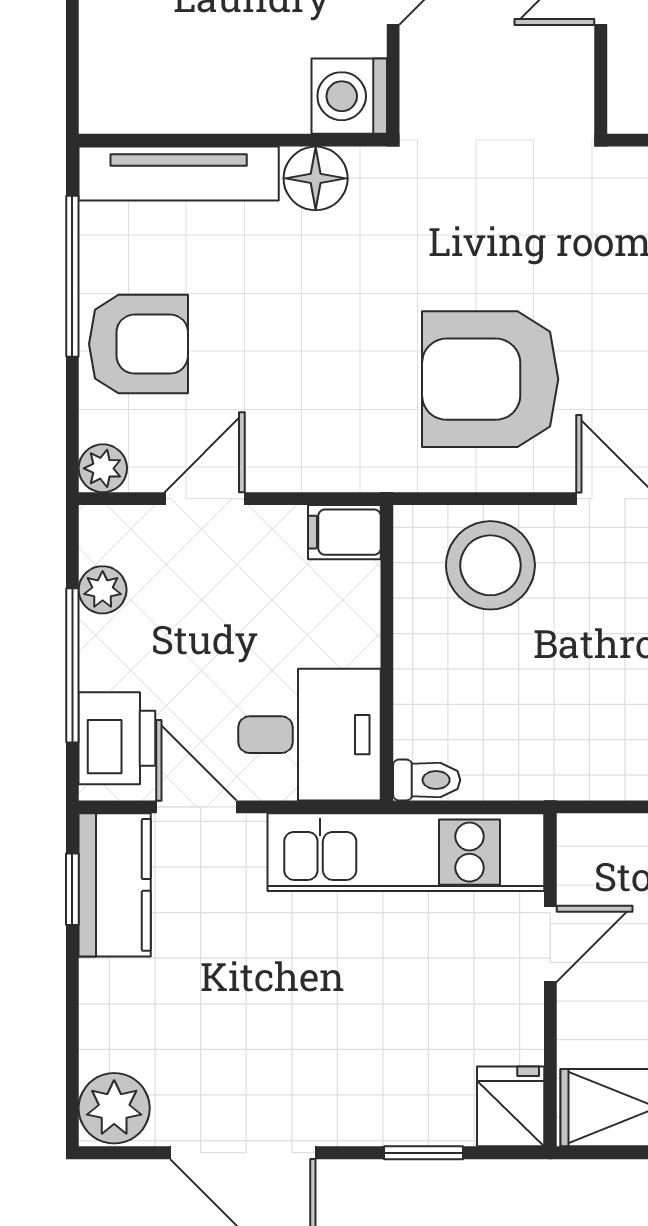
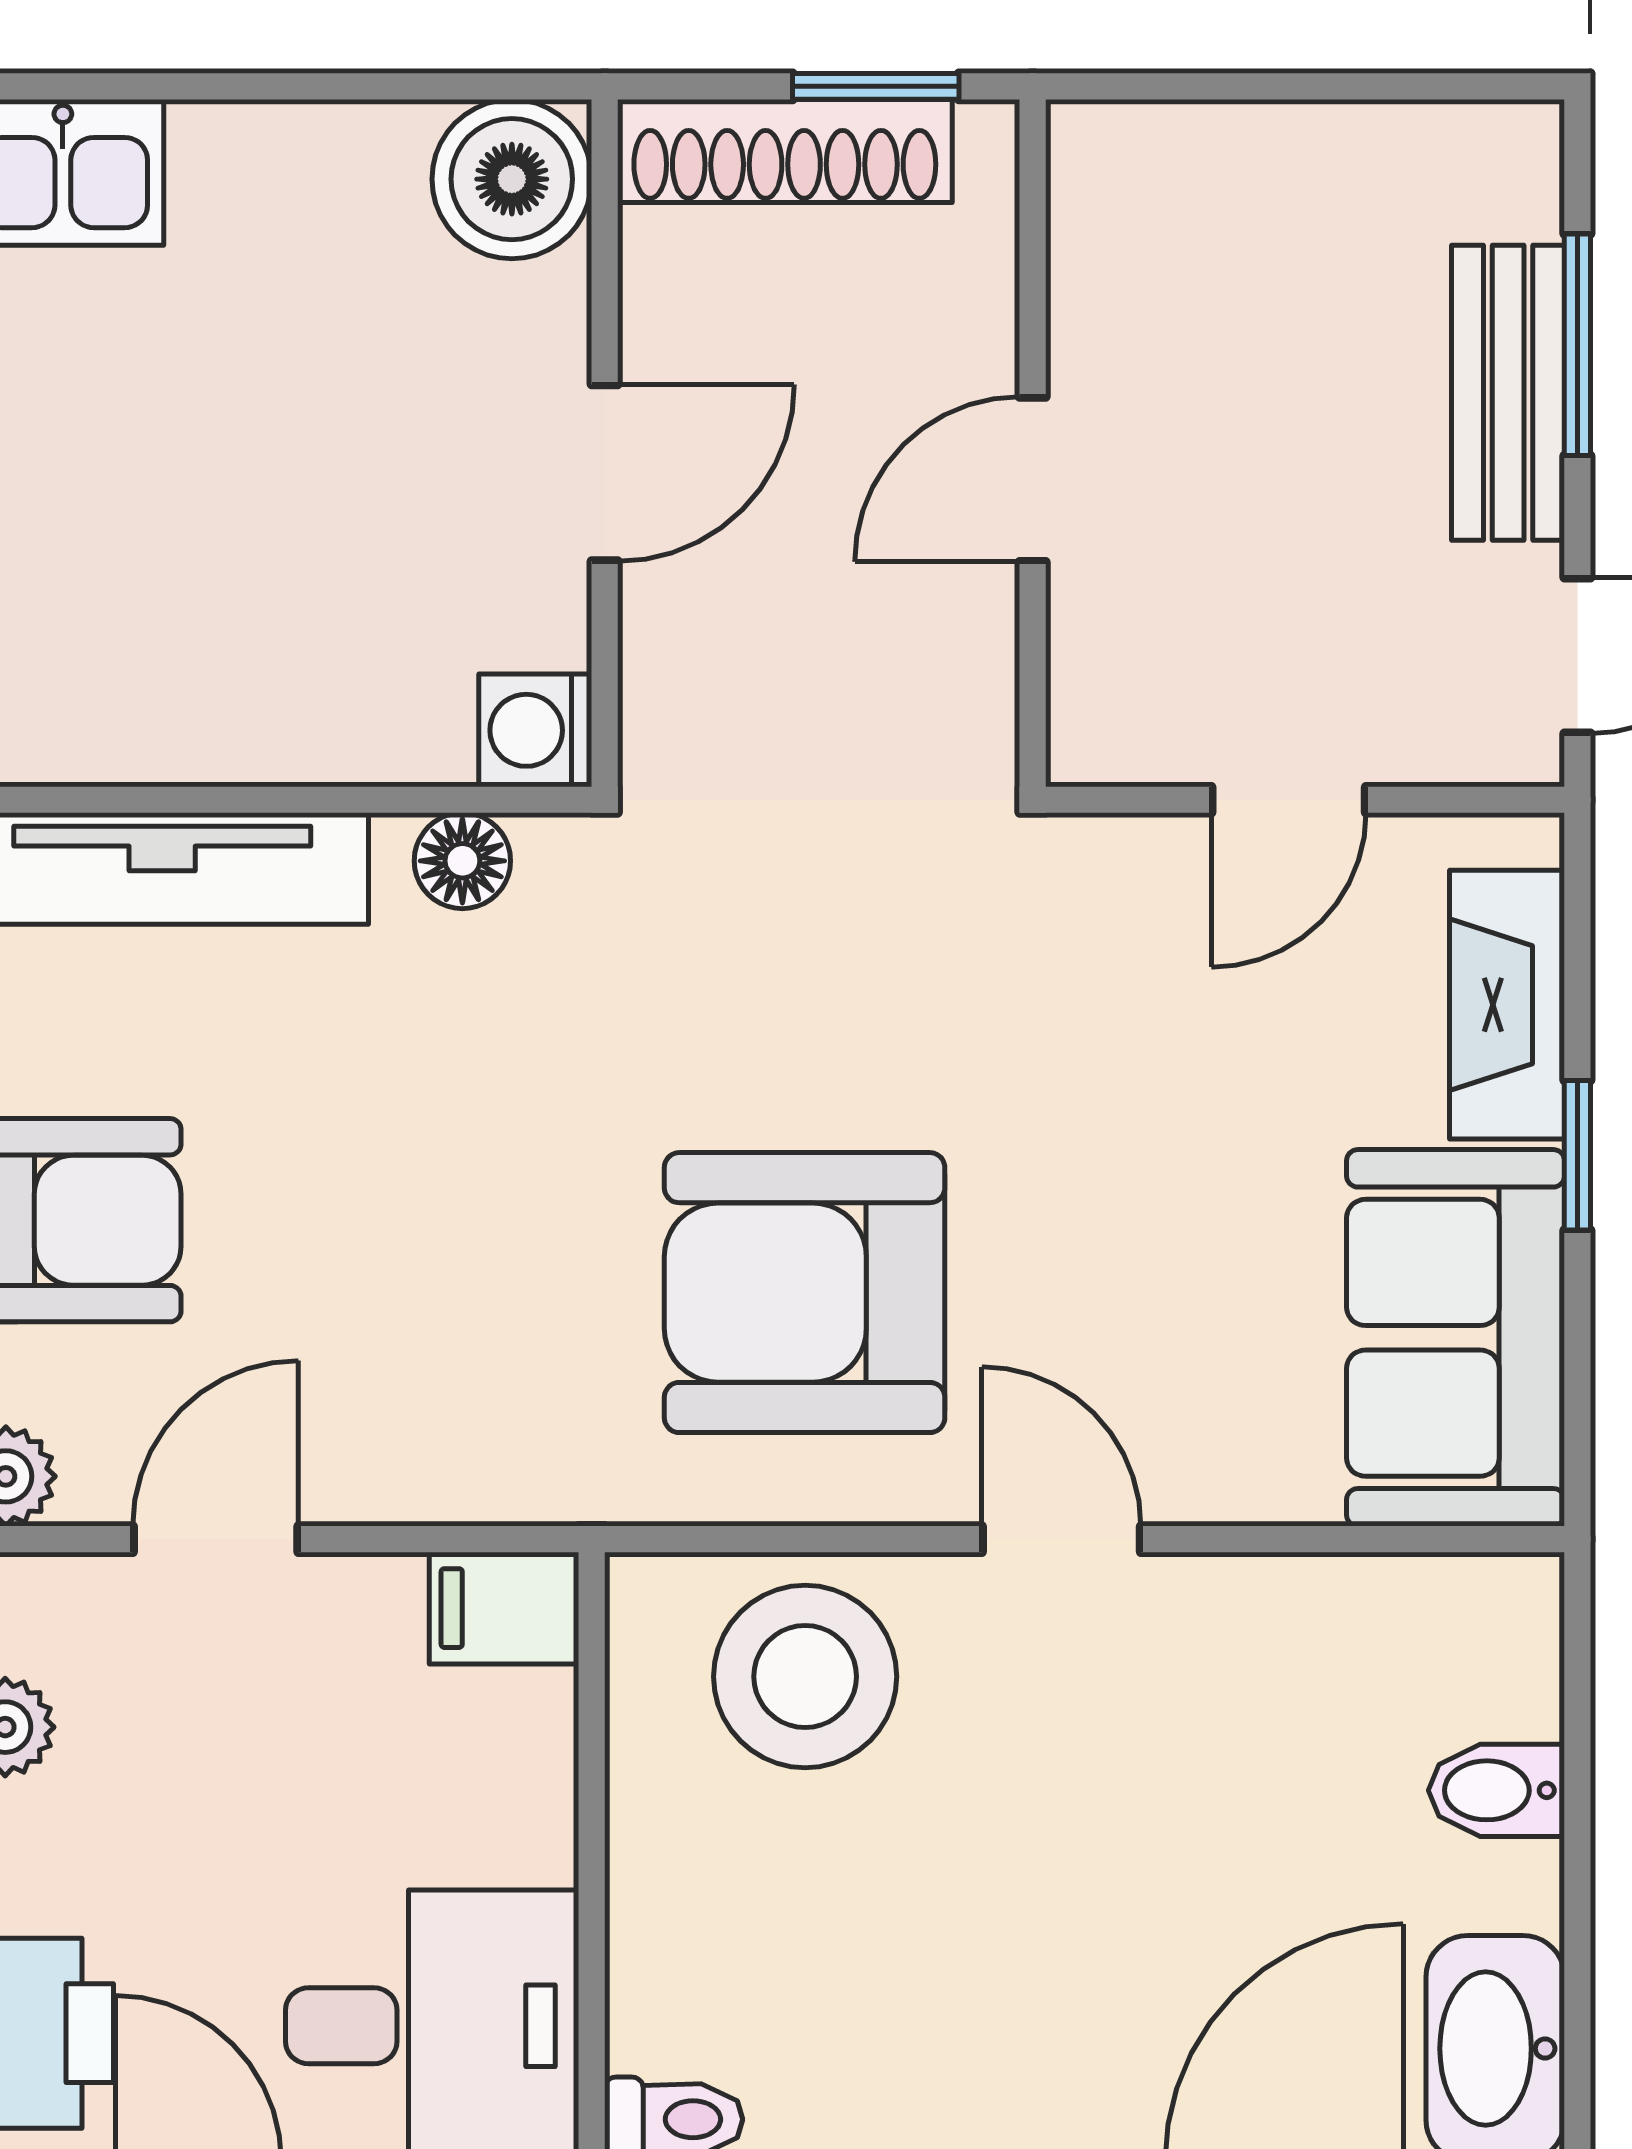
washing machine: (349, 96) -> (535, 730), width x0.73, depth x0.73
floor lamp: (316, 178) -> (462, 861), width x0.73, depth x0.73

